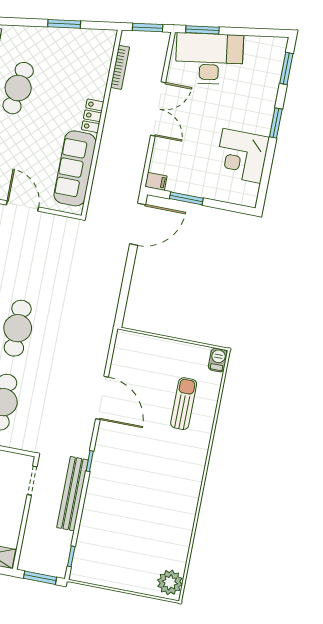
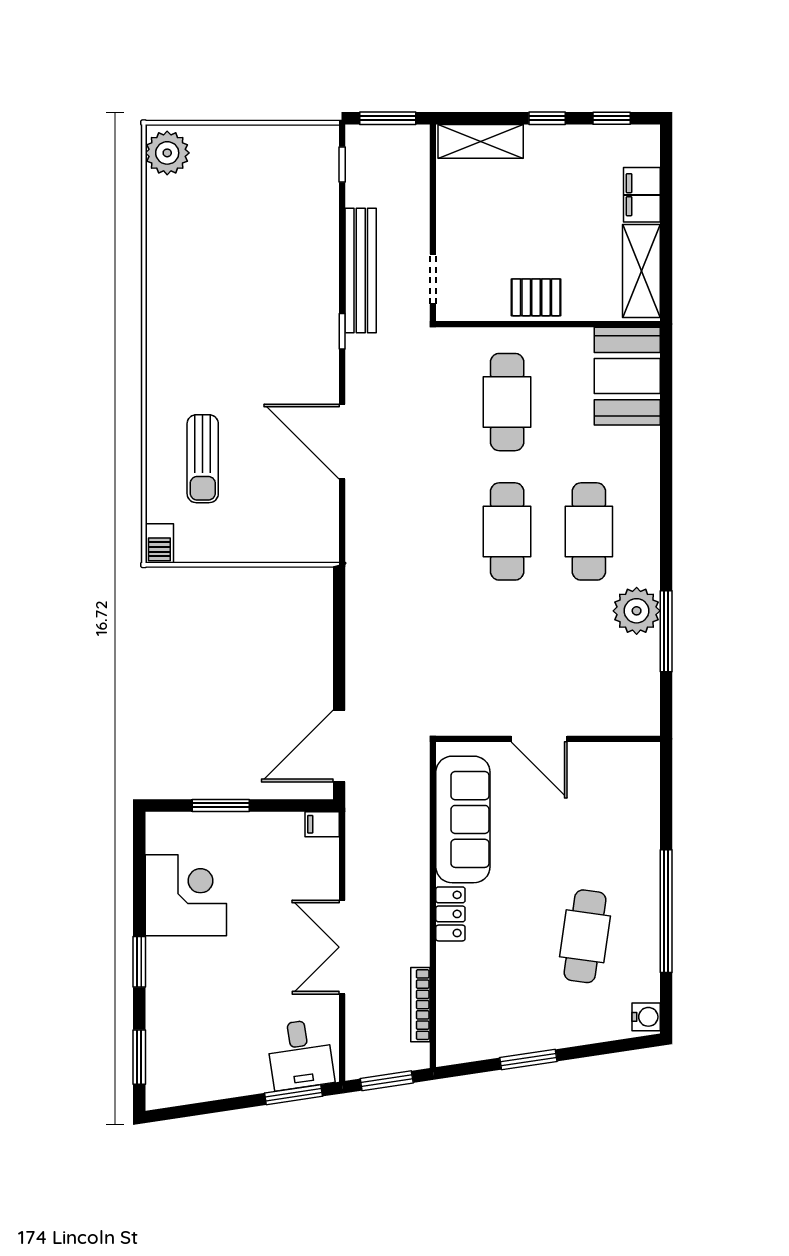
desk: (209, 59) -> (300, 1054), width x0.53, depth x0.77
window: (186, 198) -> (221, 805), moved

